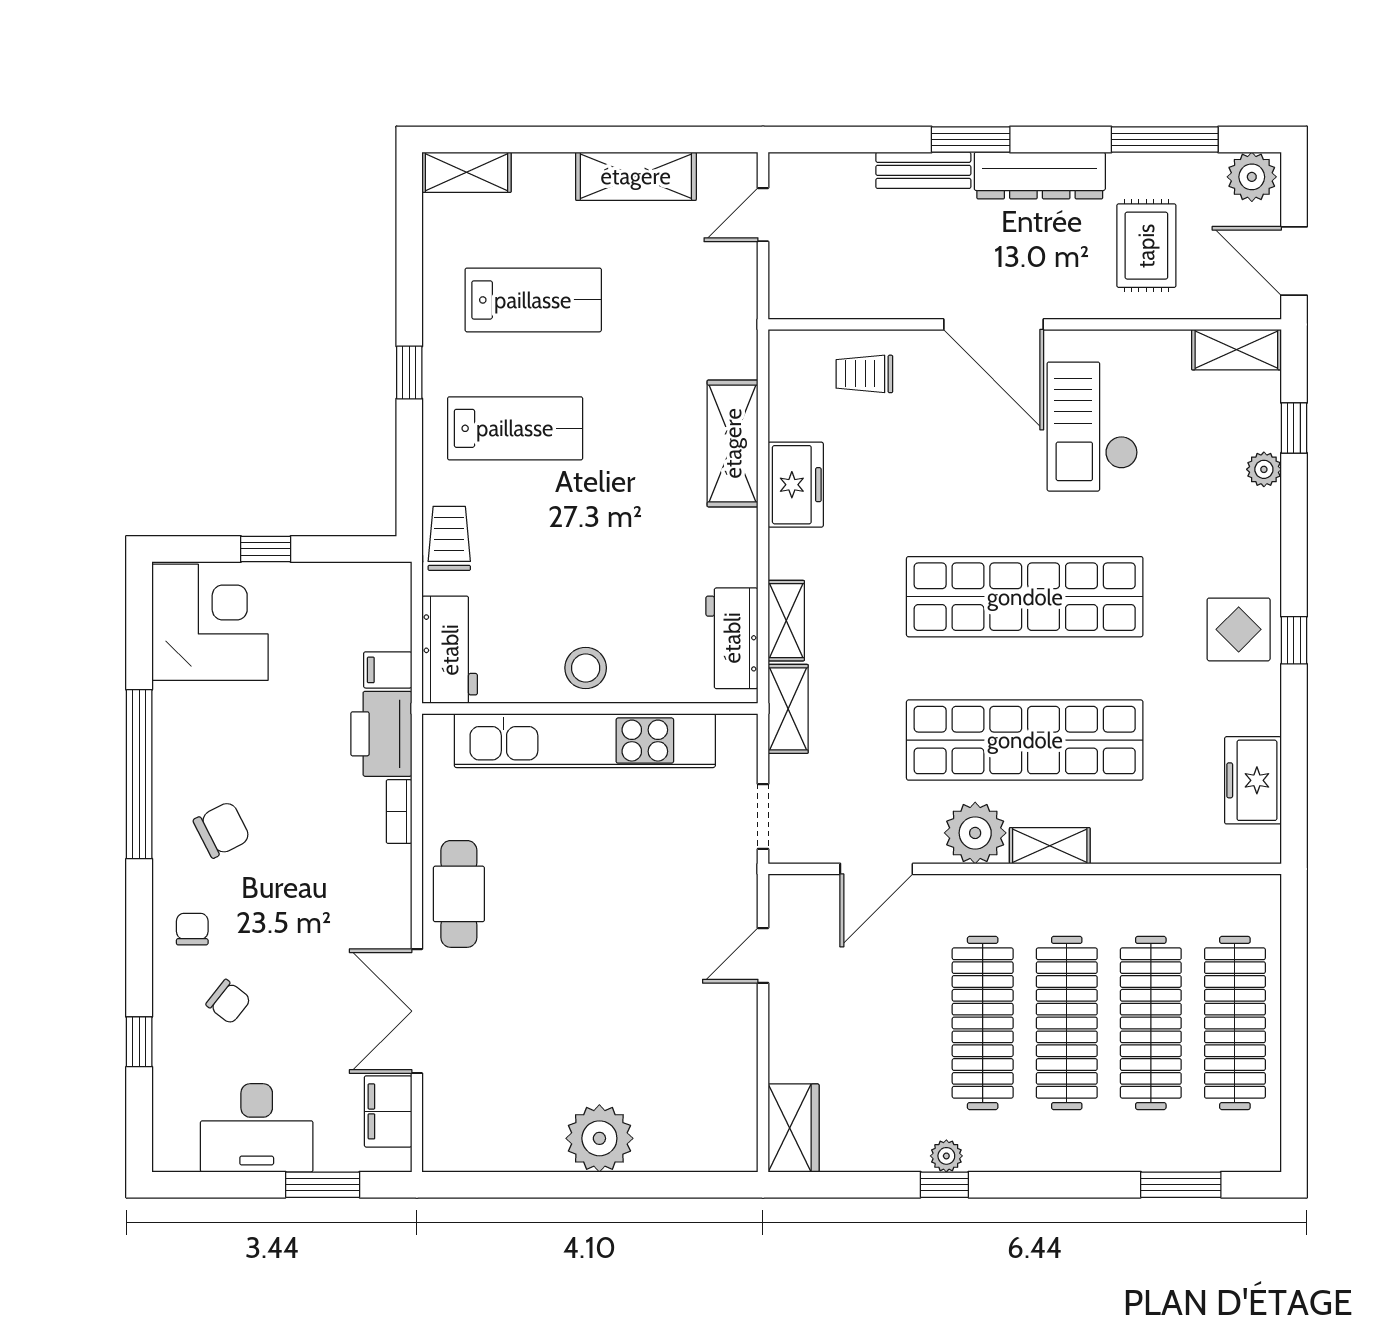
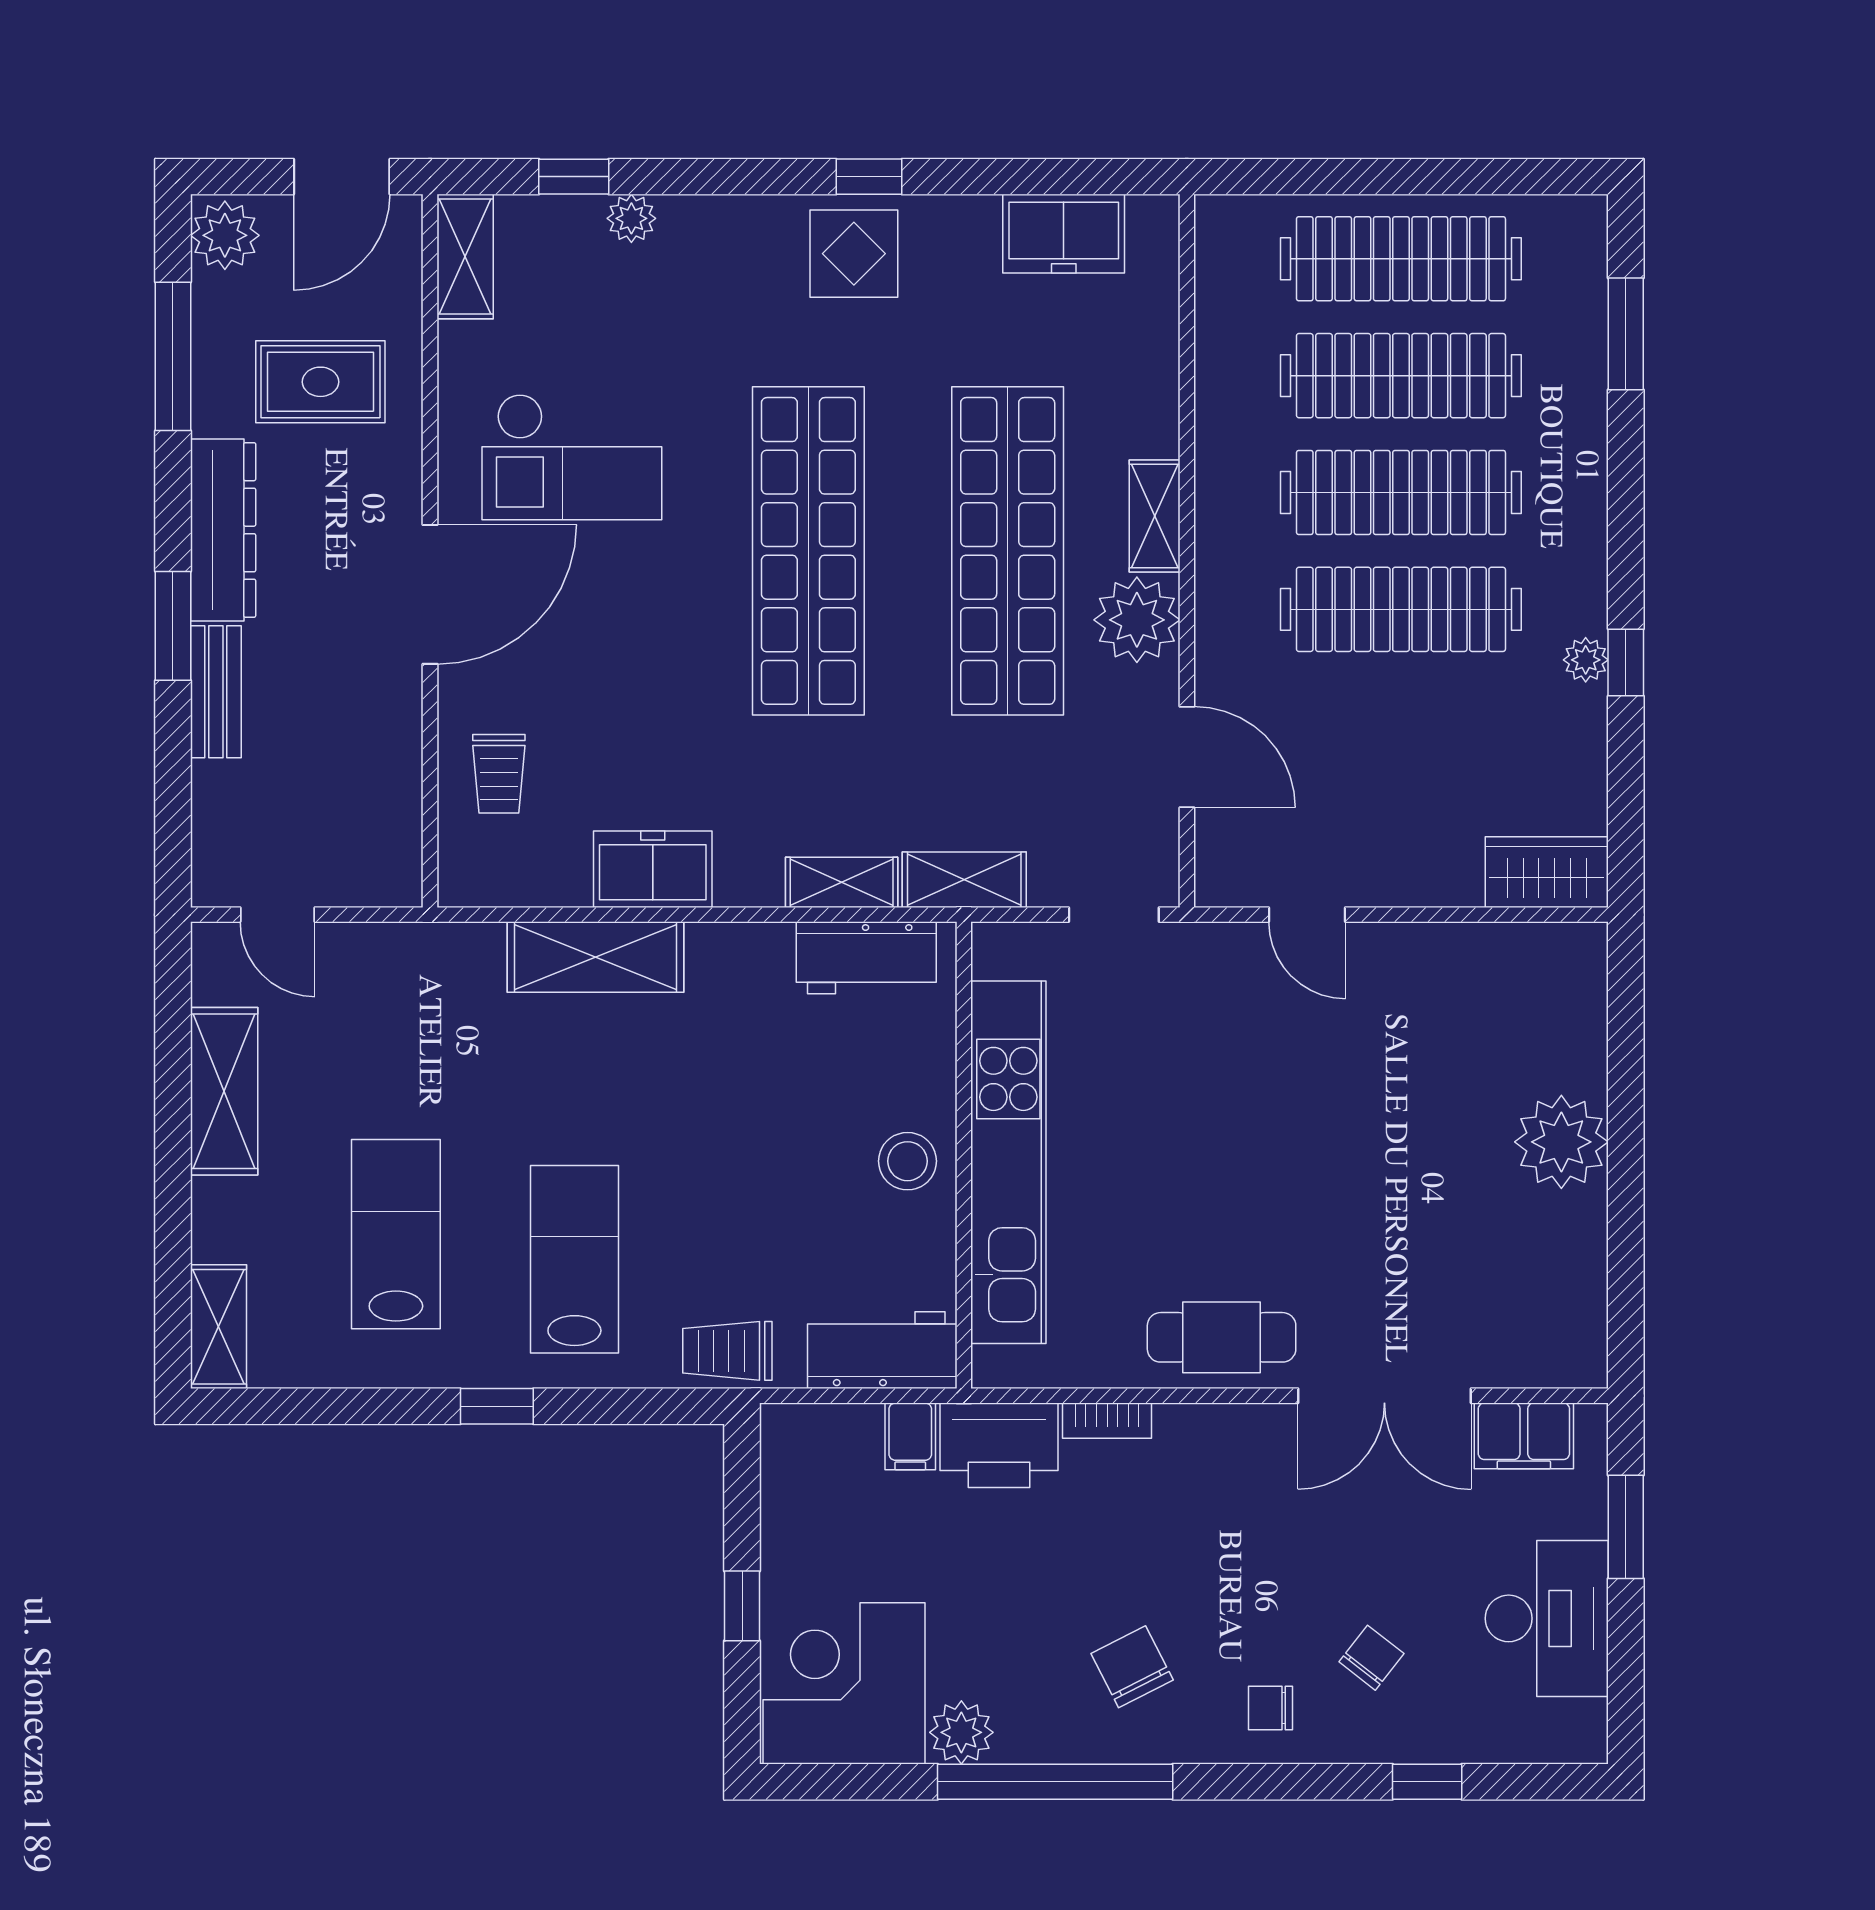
plant: (175, 707) -> (961, 1732), added

